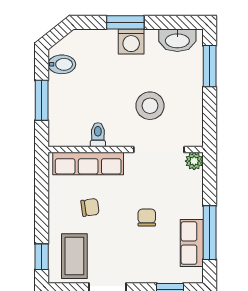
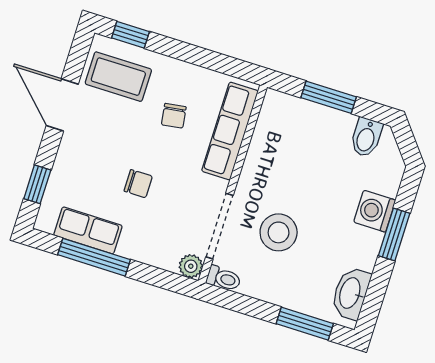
washing machine: (131, 42) -> (375, 211), moved
toilet: (98, 135) -> (224, 278), moved

